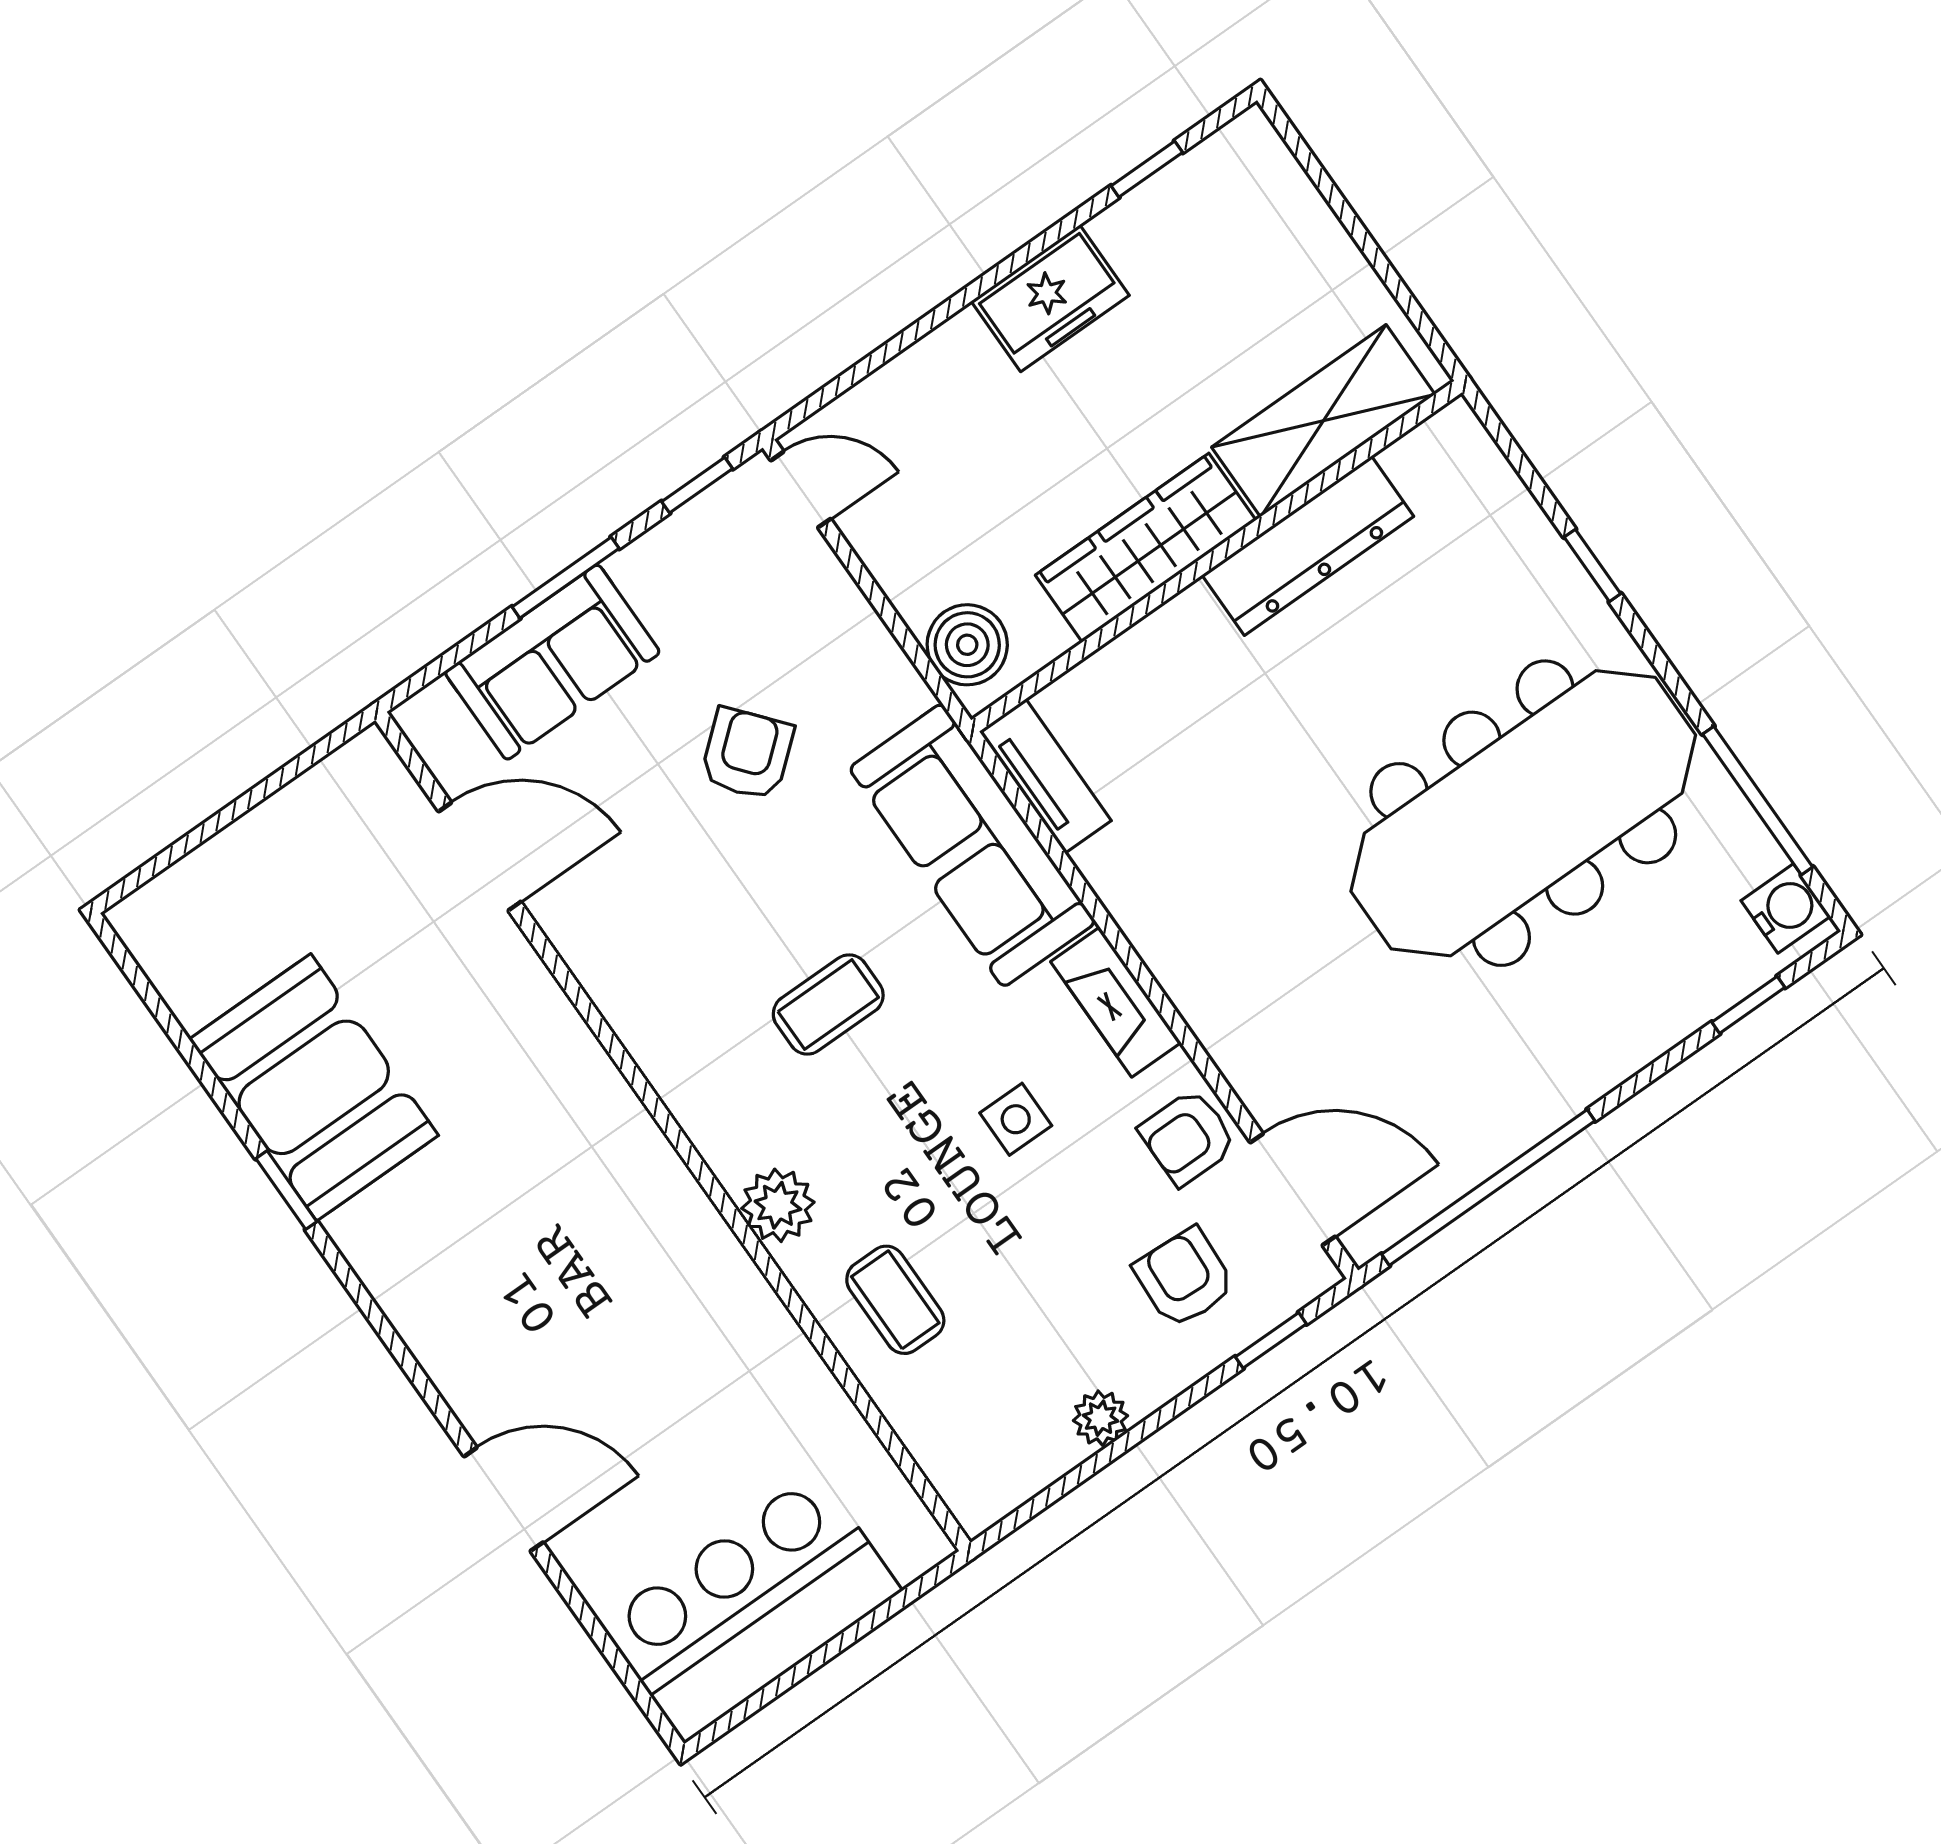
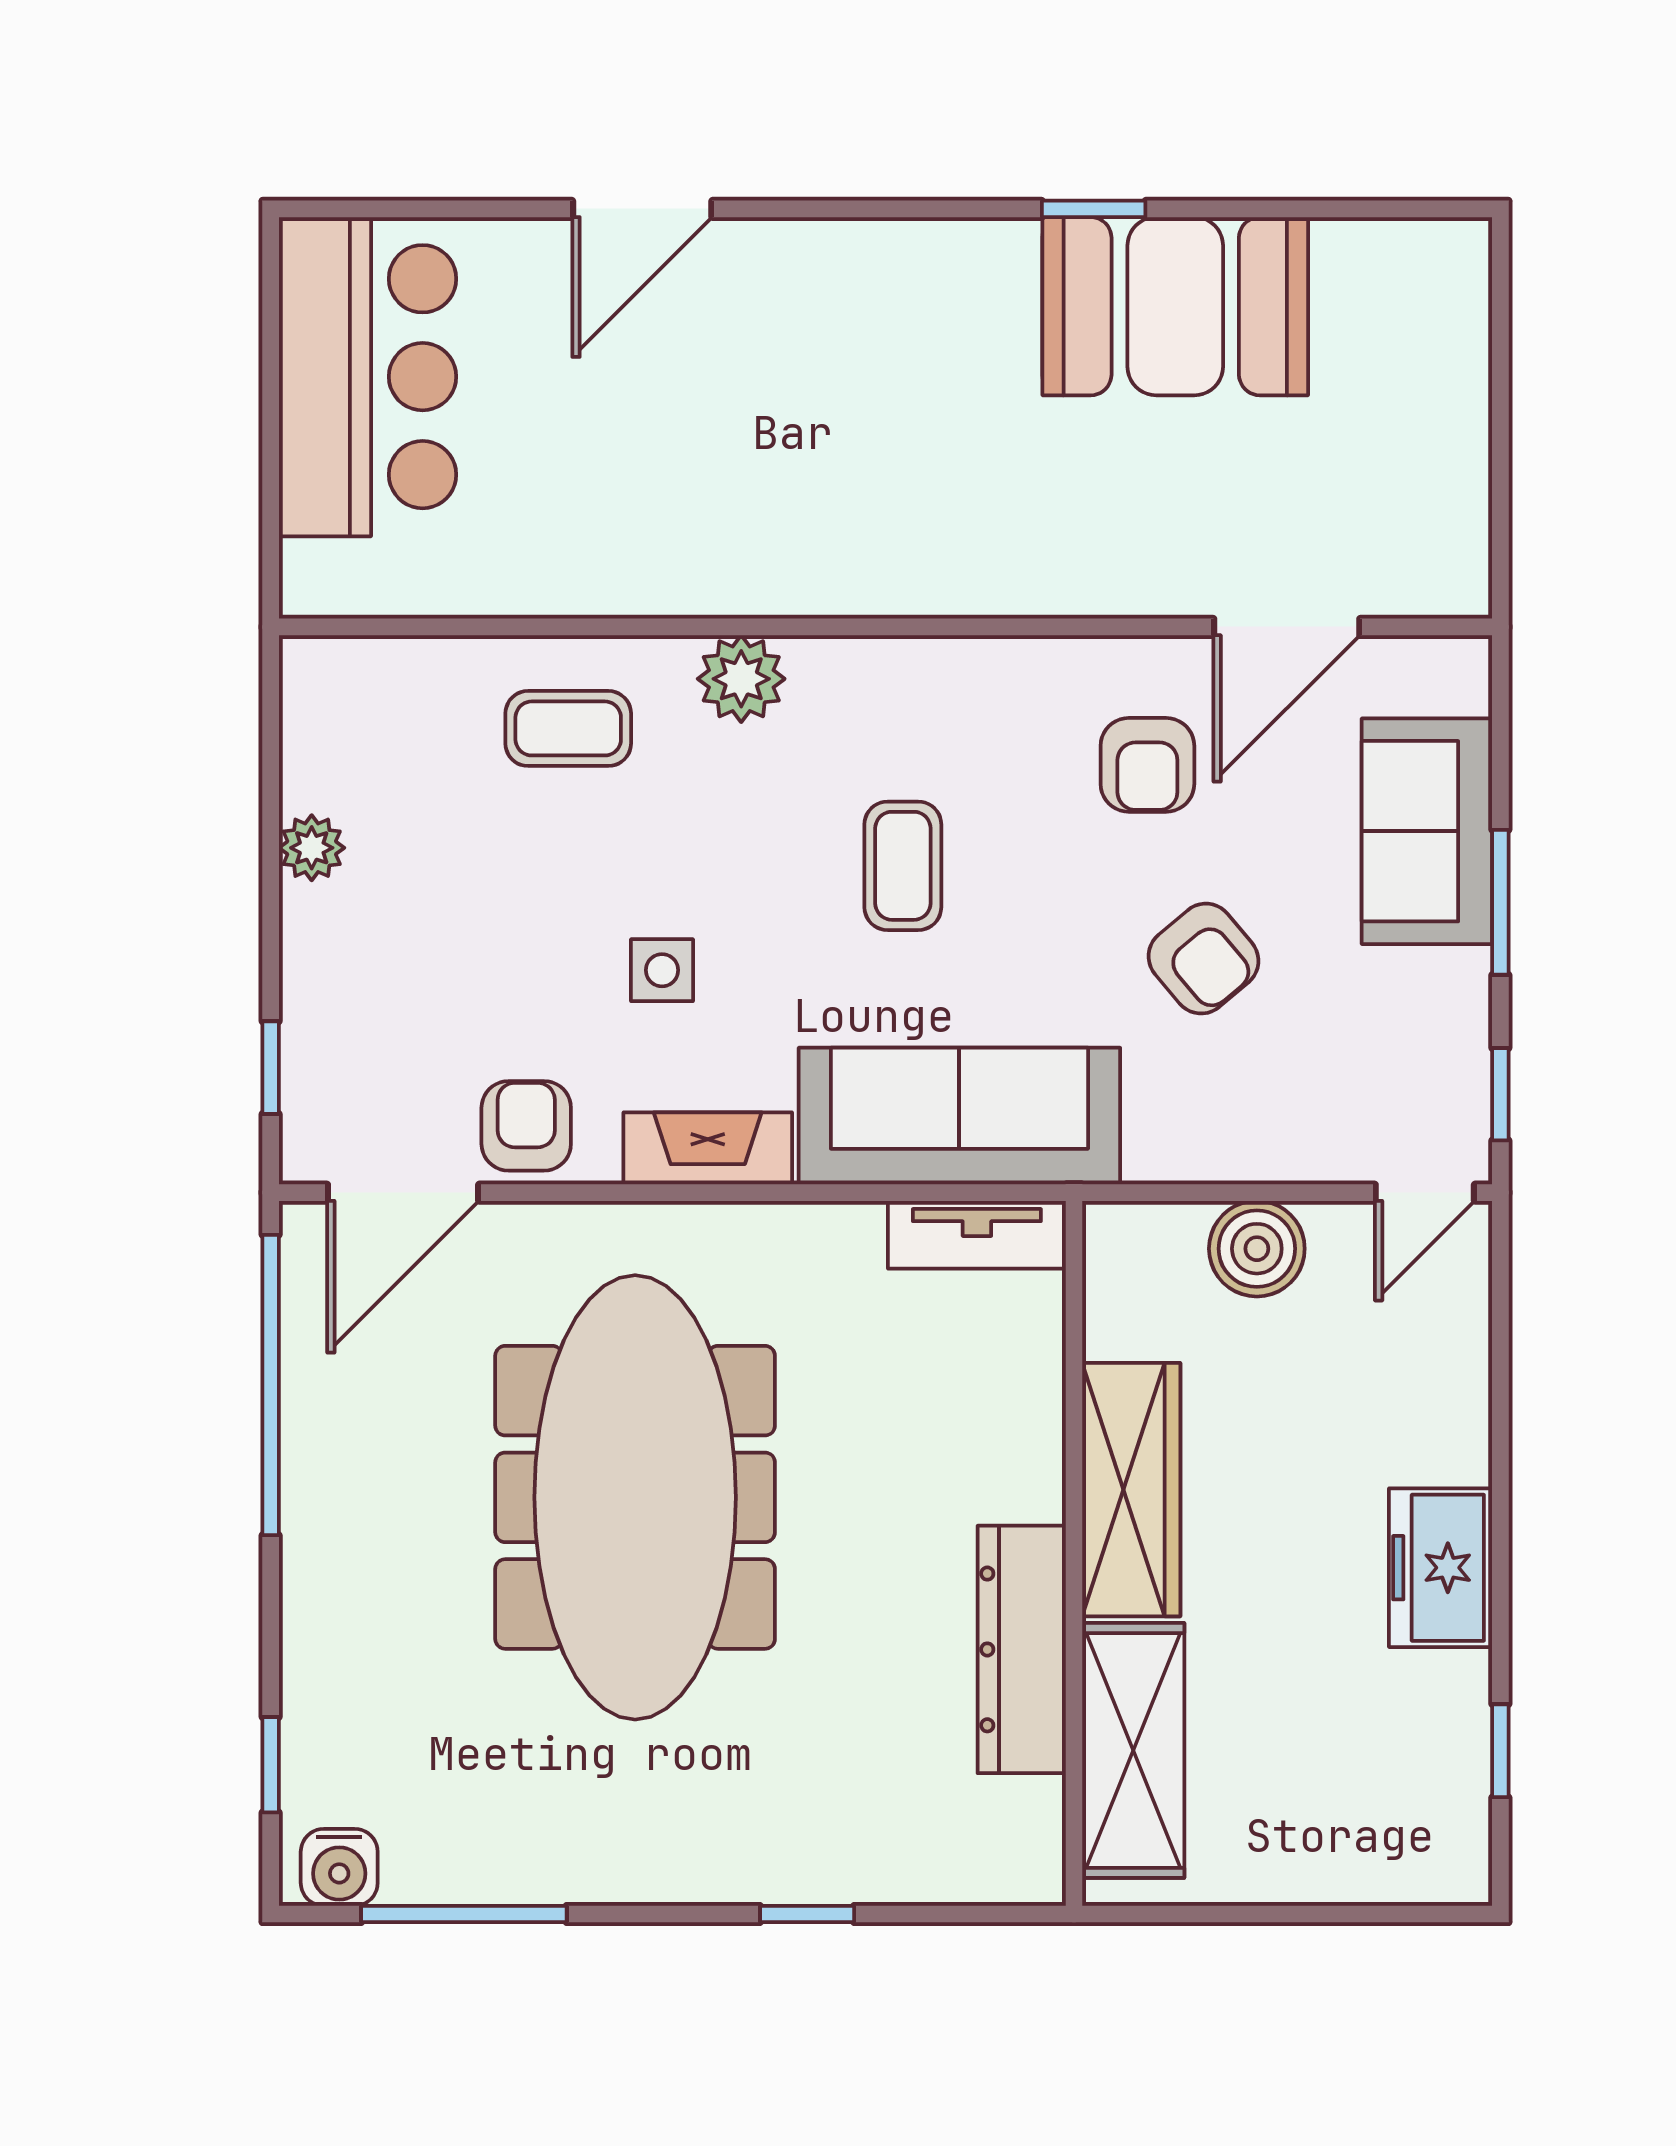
boiler: (967, 645) -> (1257, 1249), moved
meeting table: (1523, 813) -> (635, 1497), moved
armchair: (1184, 1278) -> (1147, 765), moved, turned 87

